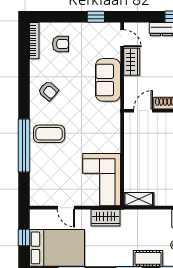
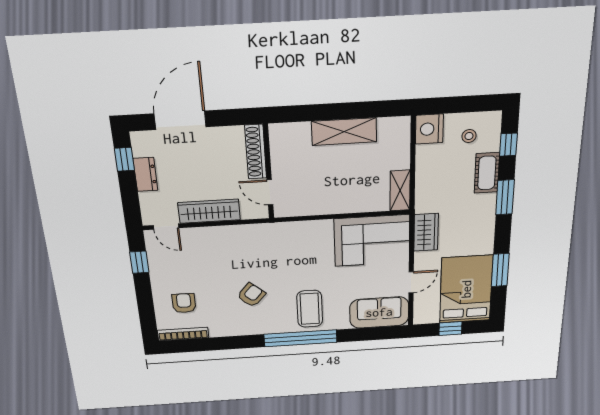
door: (122, 38) -> (166, 227), swing flipped
wardrobe: (132, 62) -> (209, 211), width x1.50
sofa: (108, 80) -> (379, 312), moved, turned 180
armchair: (48, 91) -> (251, 295), moved
window: (24, 146) -> (301, 338), moved

